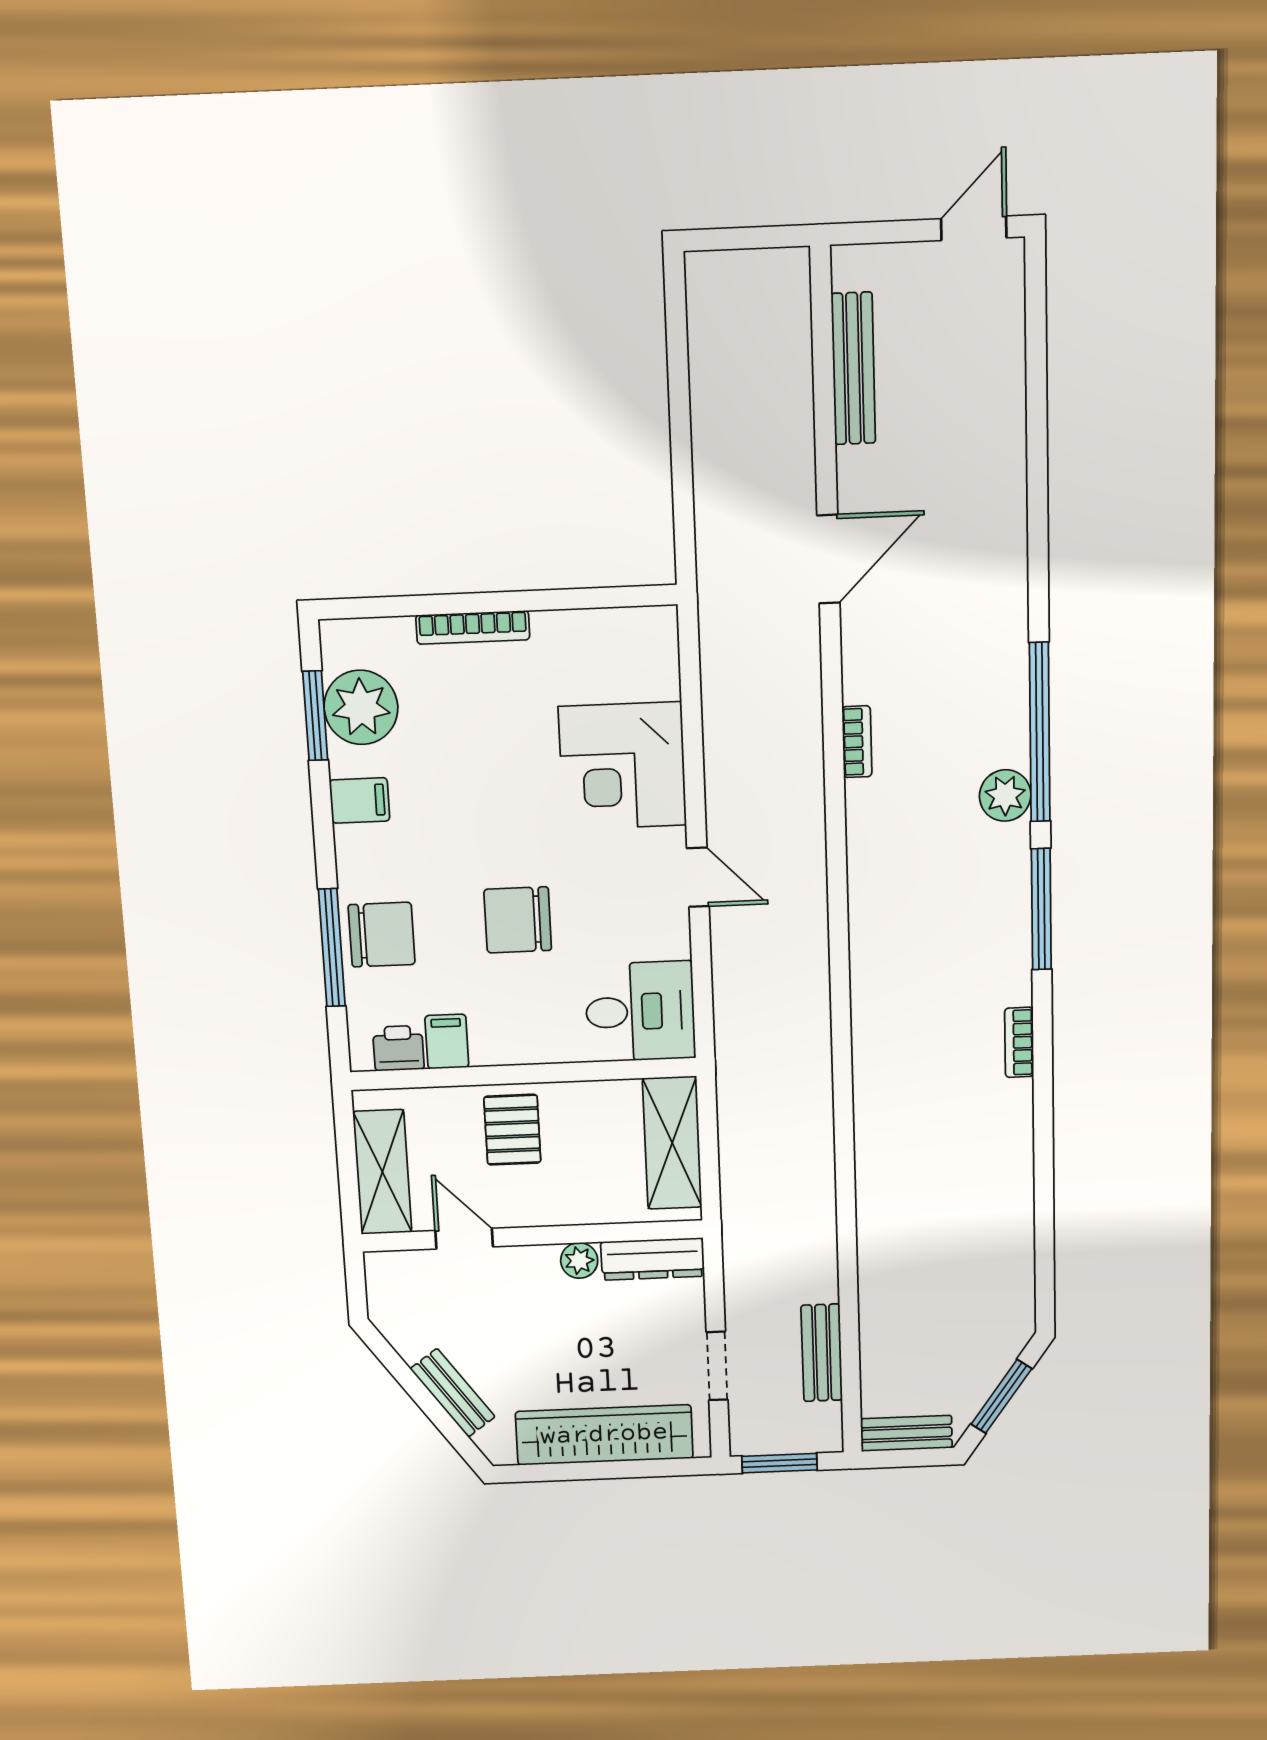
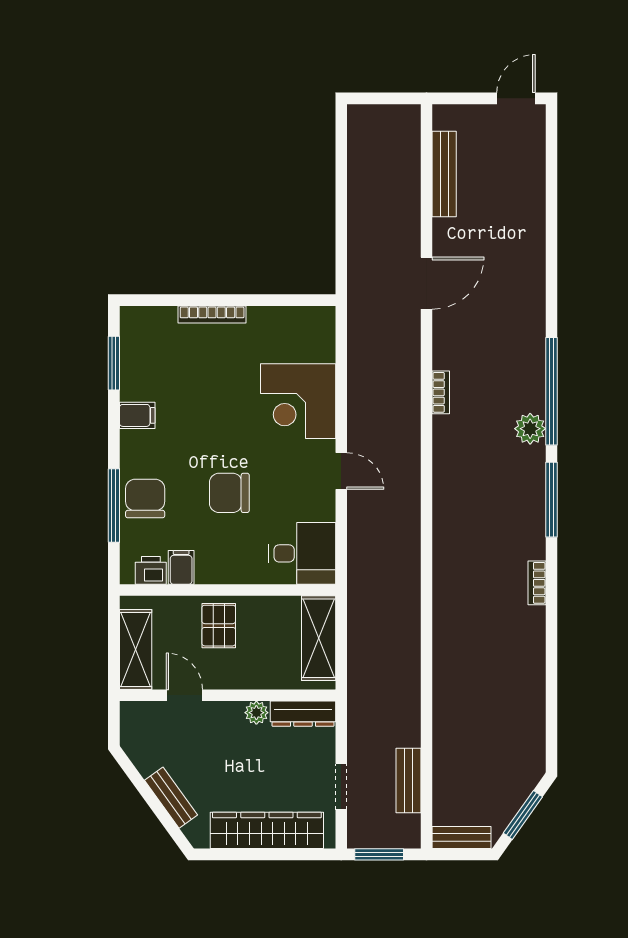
plant: (361, 707) -> (142, 359), removed
chair: (382, 935) -> (145, 499), turned -90

